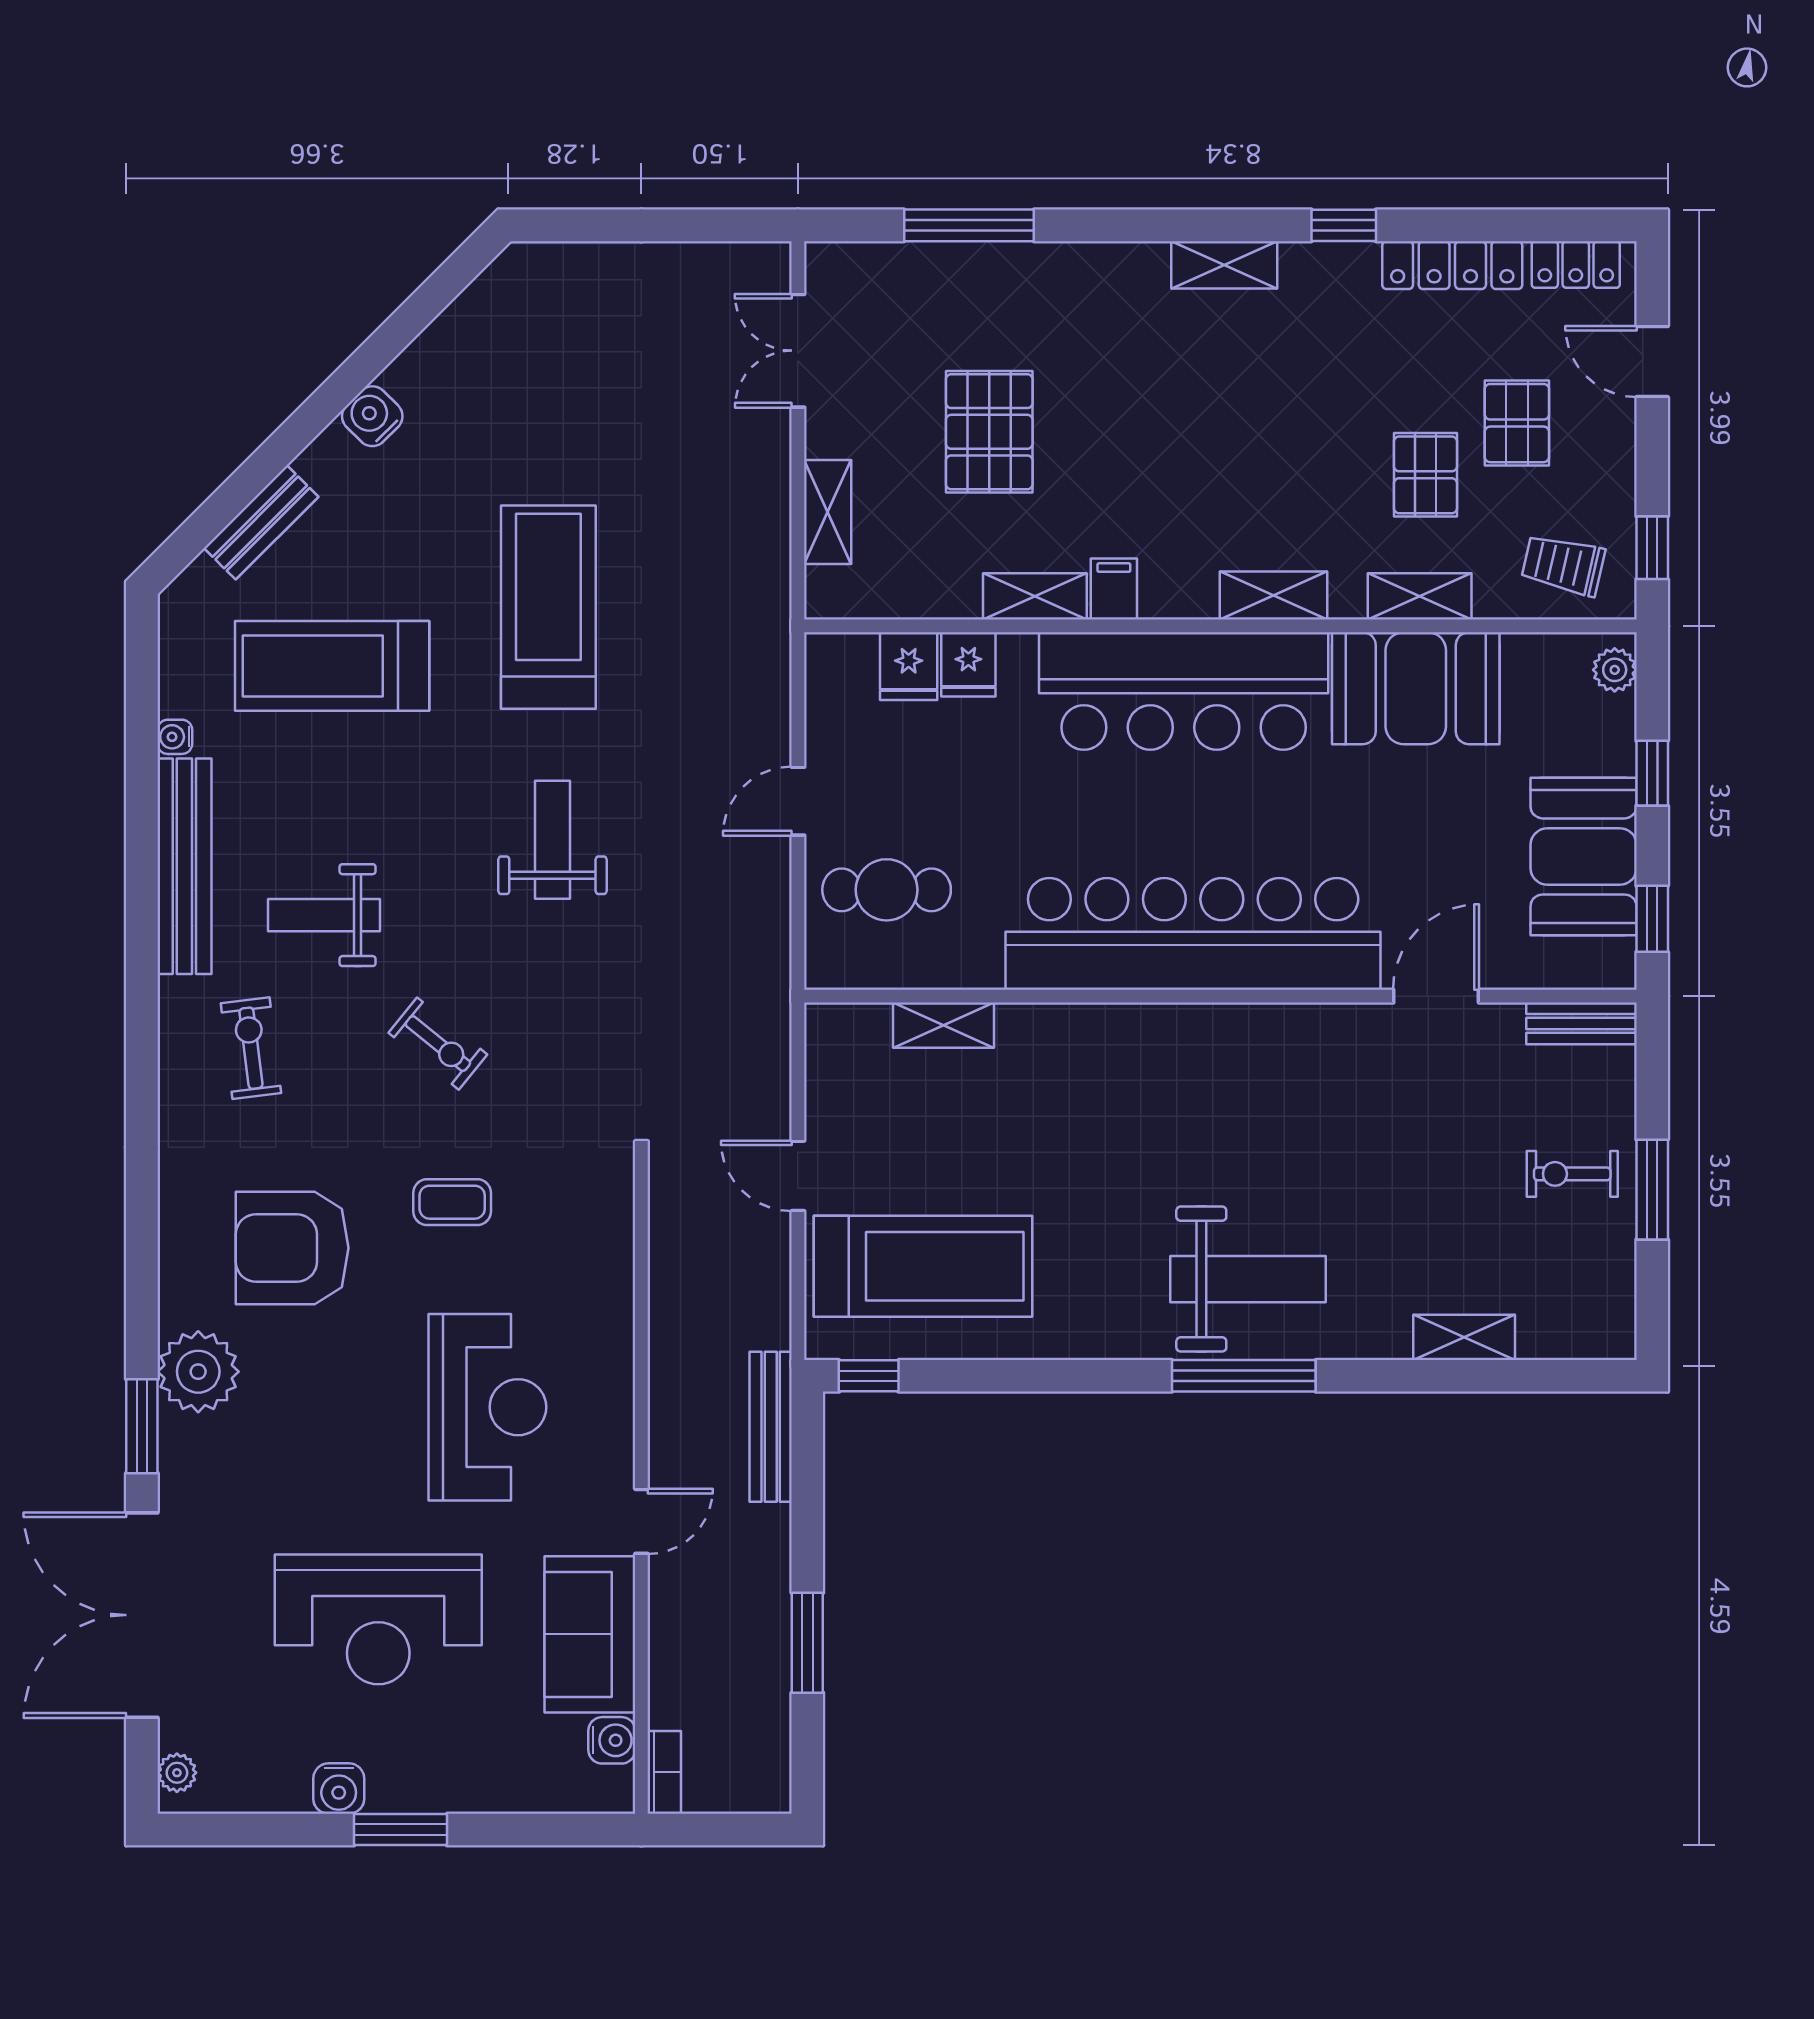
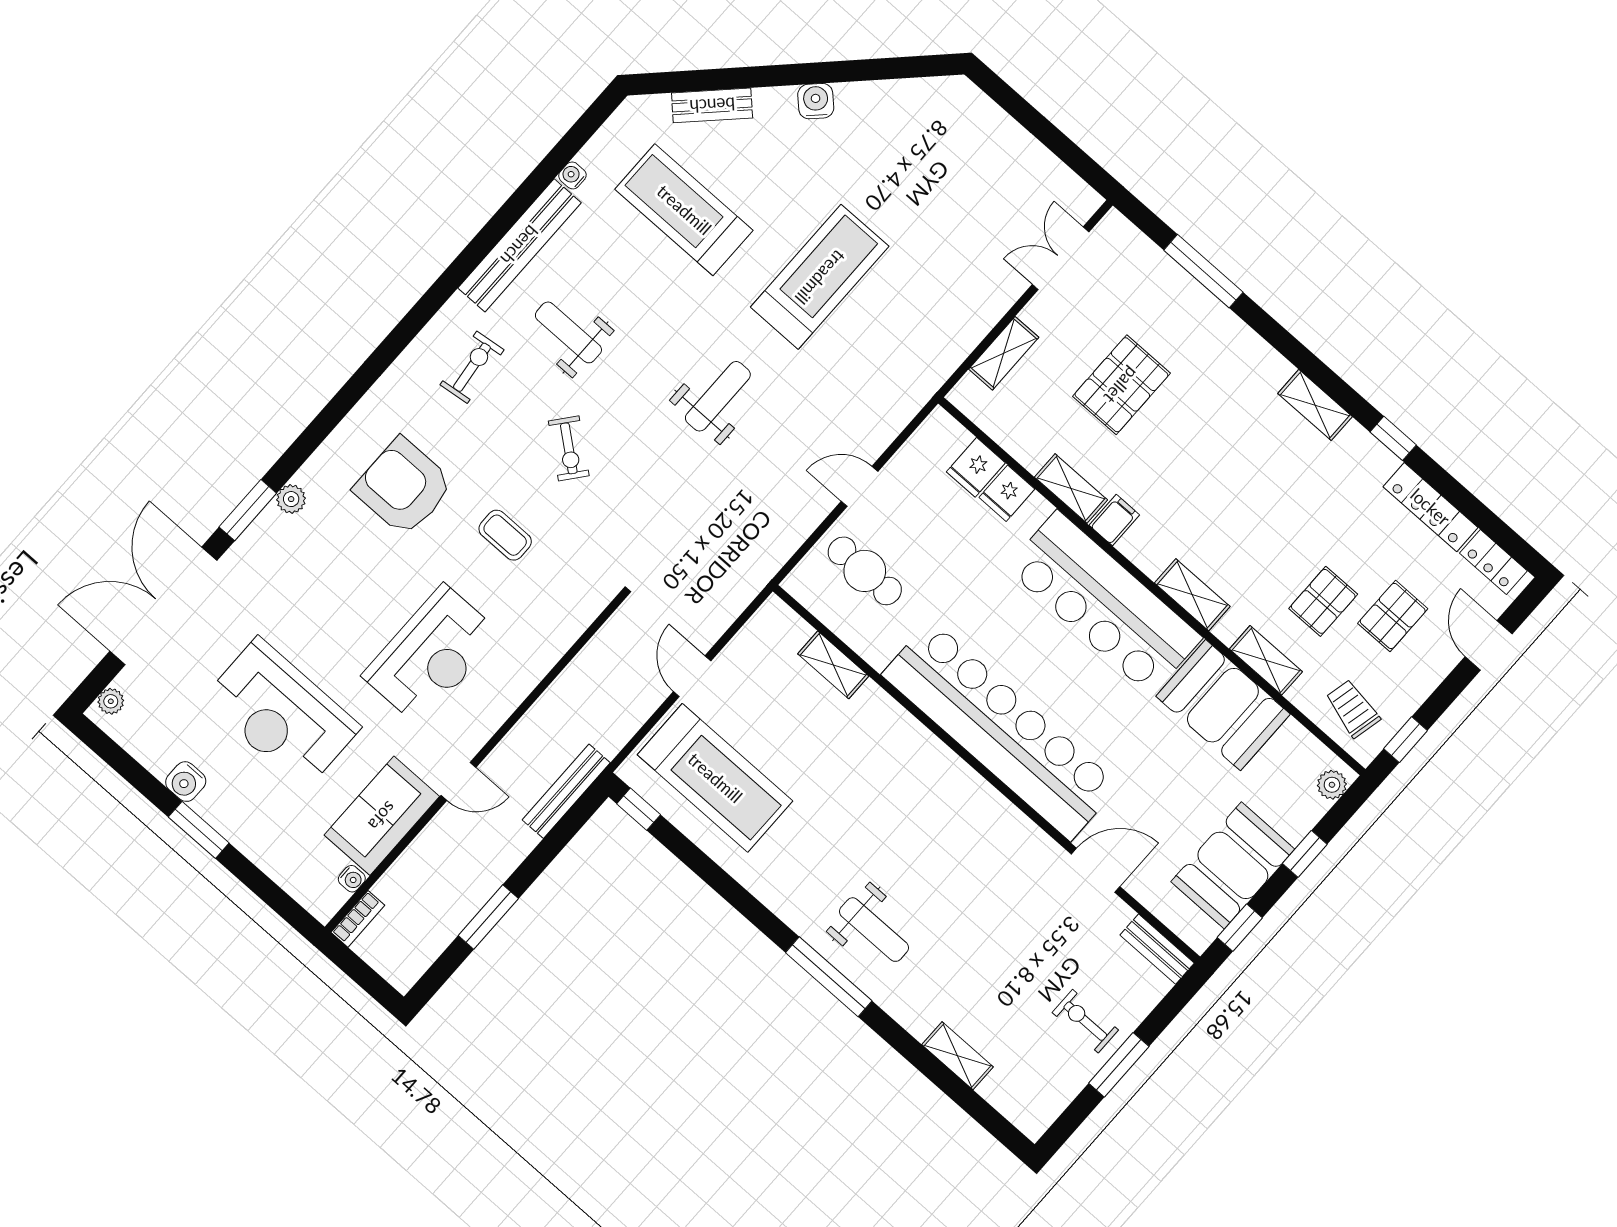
weight bench: (1248, 1279) -> (874, 930), width x0.73, depth x0.75
plant: (198, 1372) -> (291, 499), width x0.53, depth x0.53
water cooler: (612, 1740) -> (352, 879), width x0.72, depth x0.72

